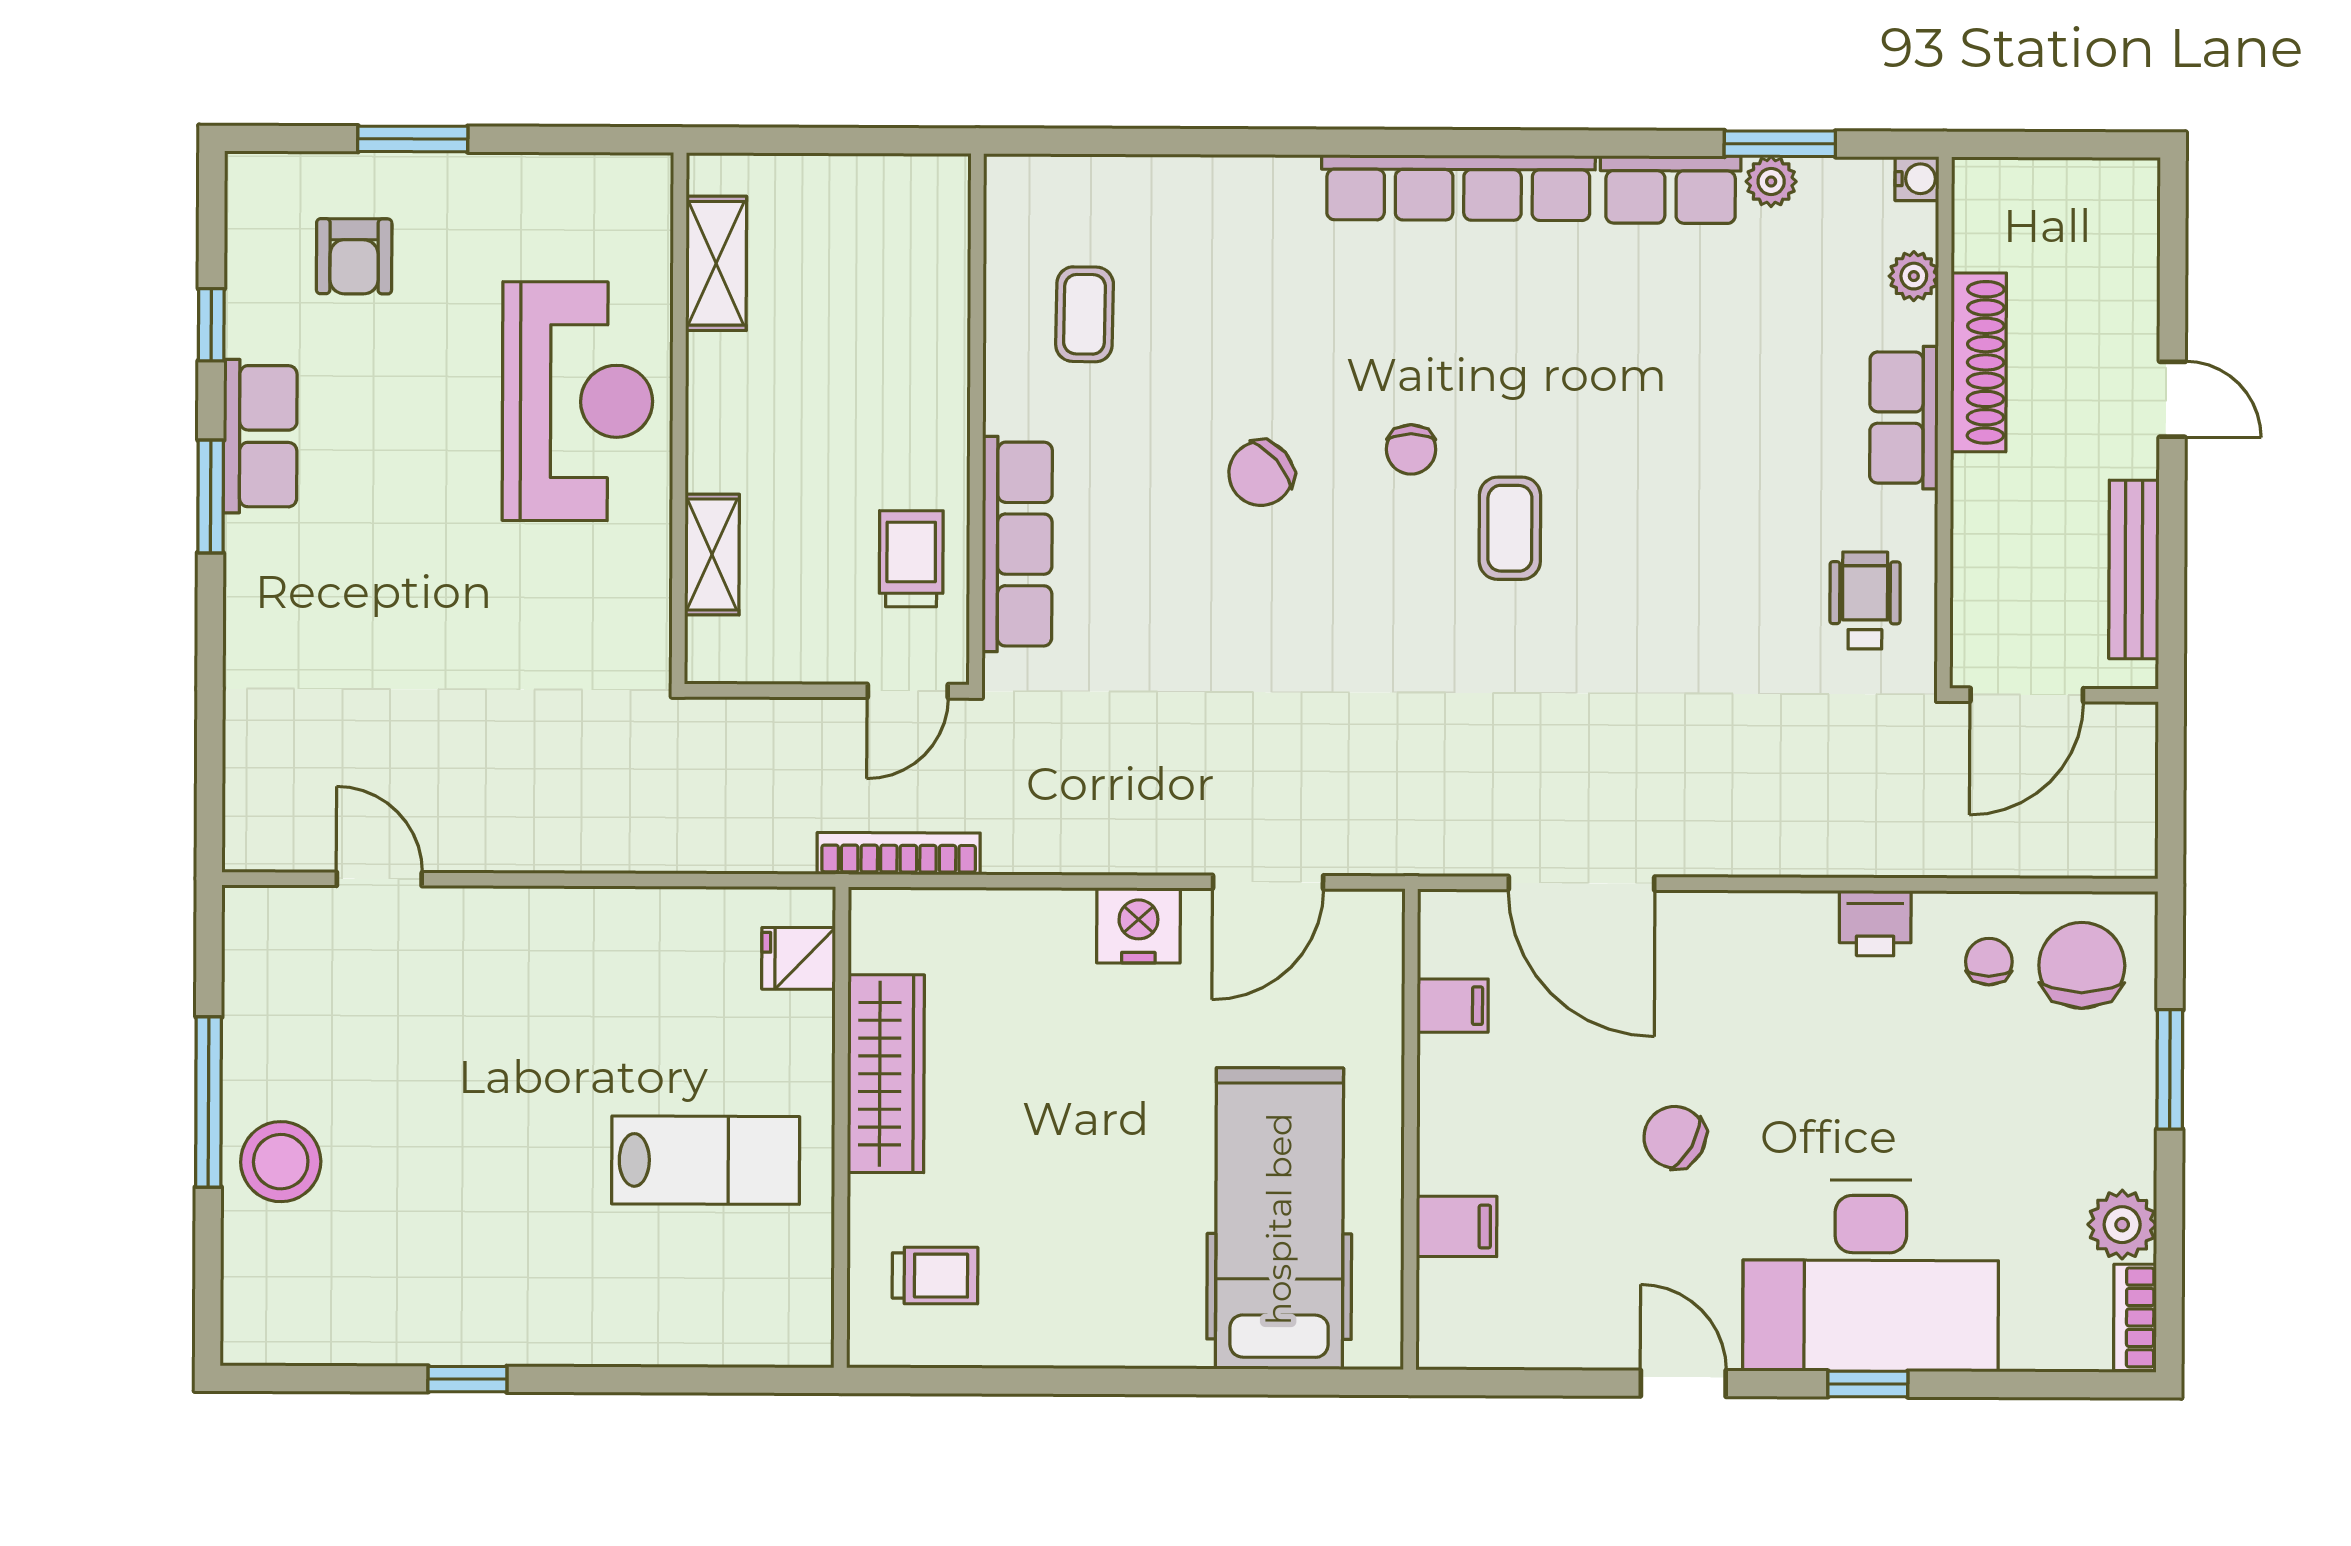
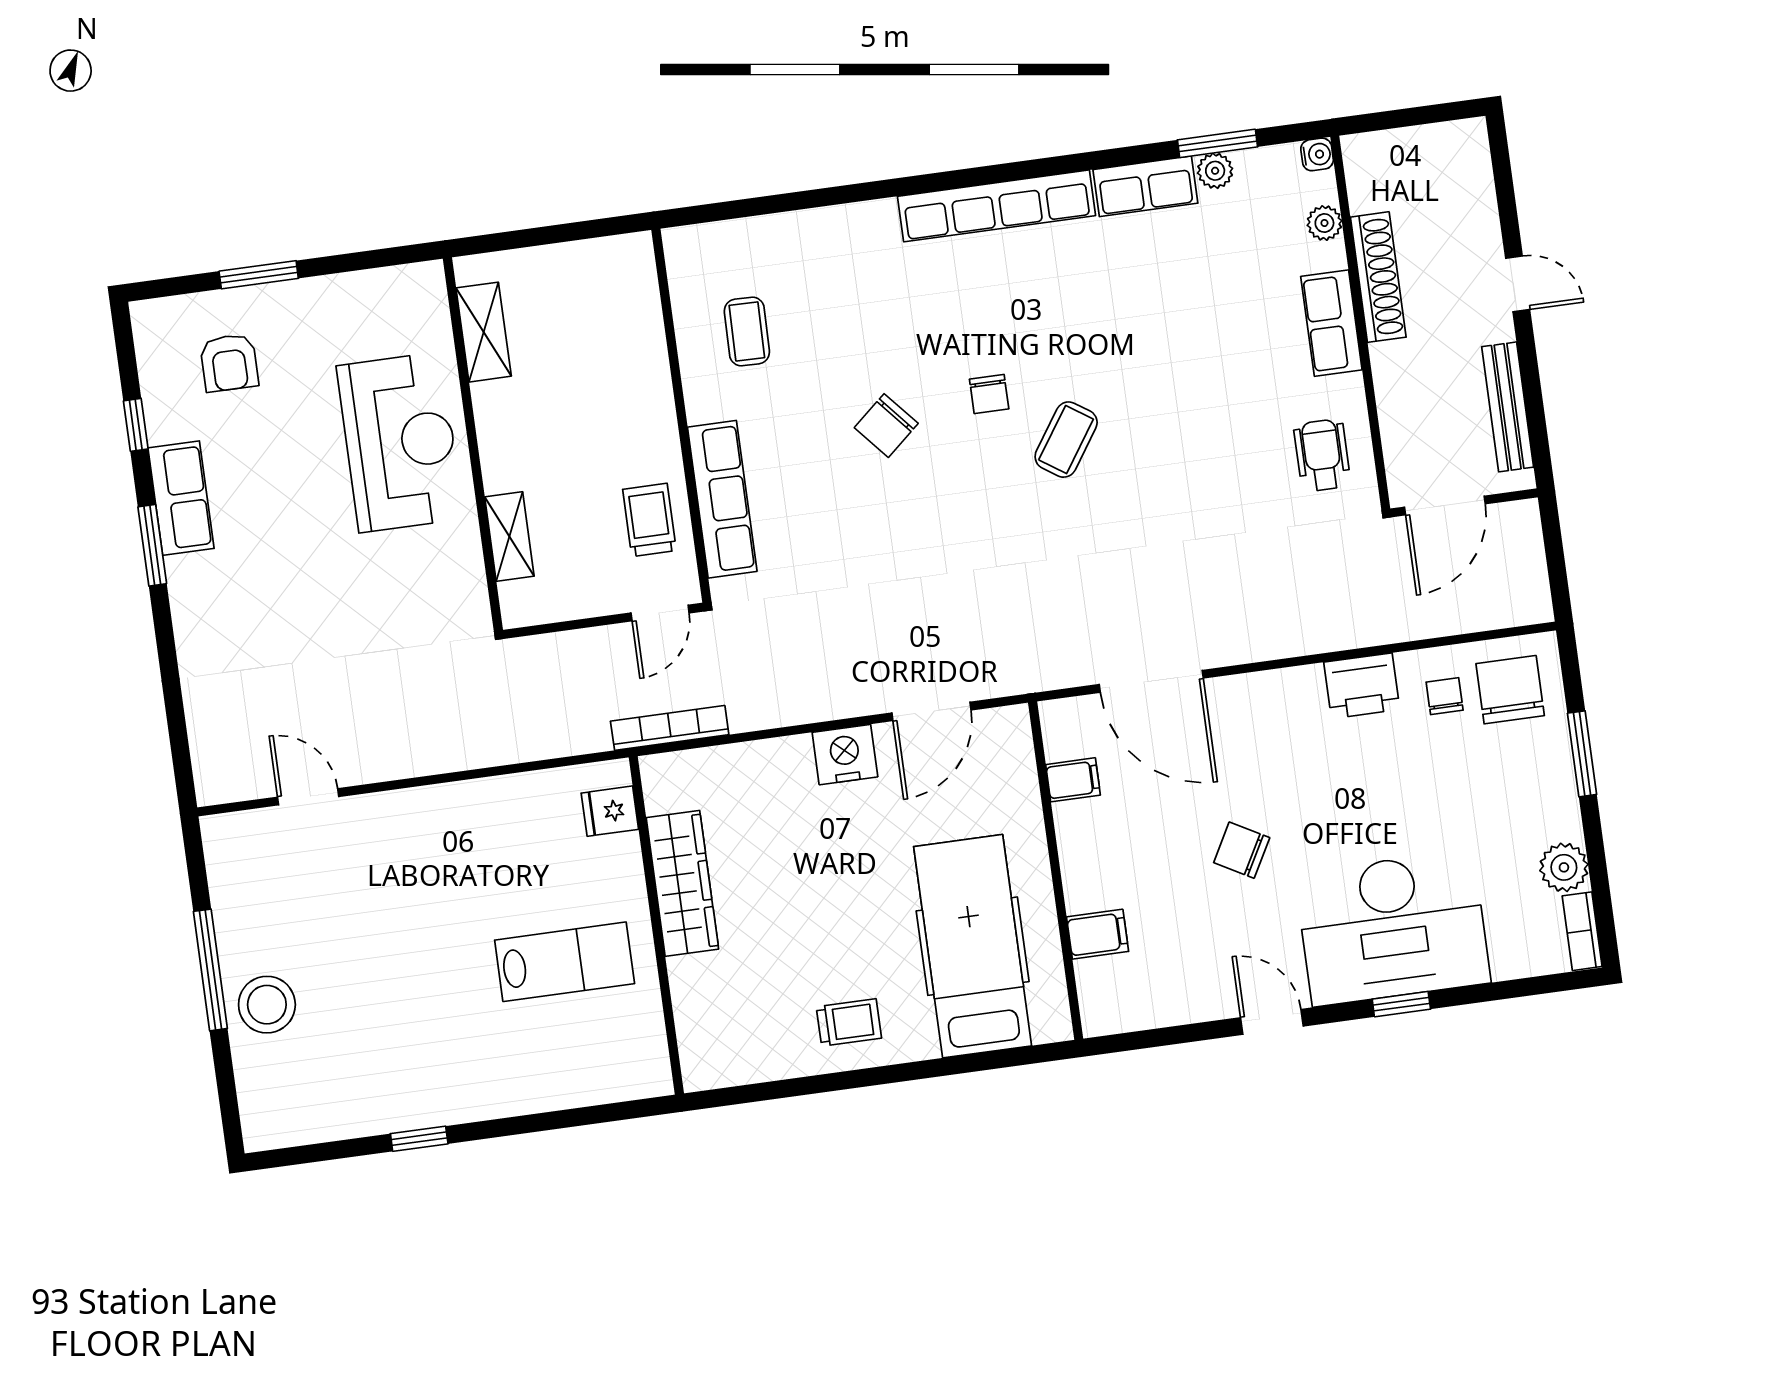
coffee table: (1510, 528) -> (1066, 440), turned 34
printer: (1875, 923) -> (1362, 686), width x1.36, depth x1.24
trolley: (935, 1276) -> (849, 1022), moved

